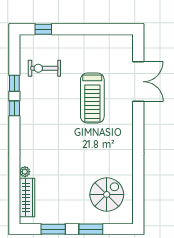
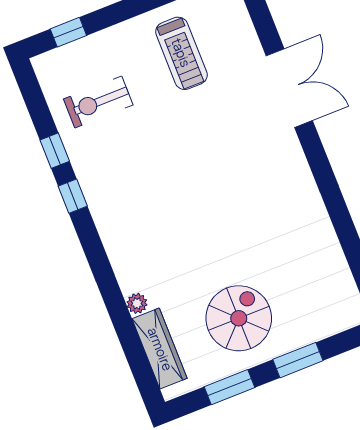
double door: (138, 82) -> (289, 88), moved
treadmill: (92, 98) -> (181, 53), moved, width x0.73, depth x0.73
spiral stairs: (107, 194) -> (239, 318), moved

